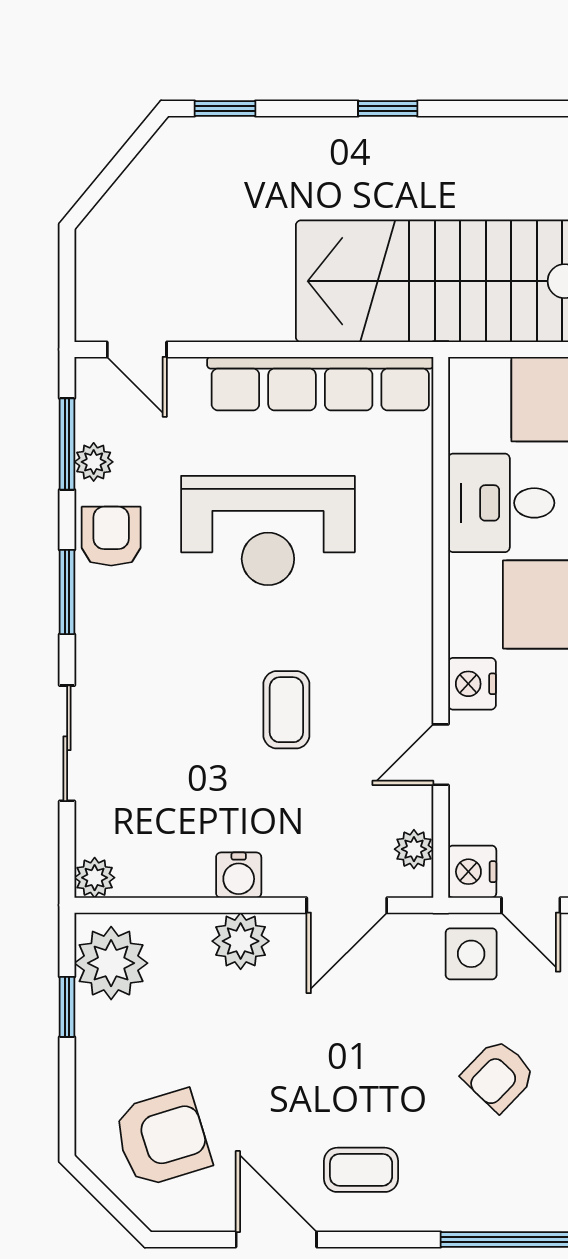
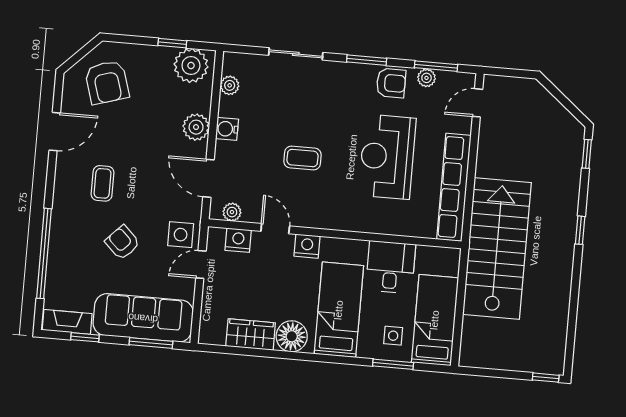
nightstand: (472, 872) -> (238, 240), moved
plant: (95, 878) -> (230, 85), moved
coffee table: (361, 1170) -> (103, 183), moved

